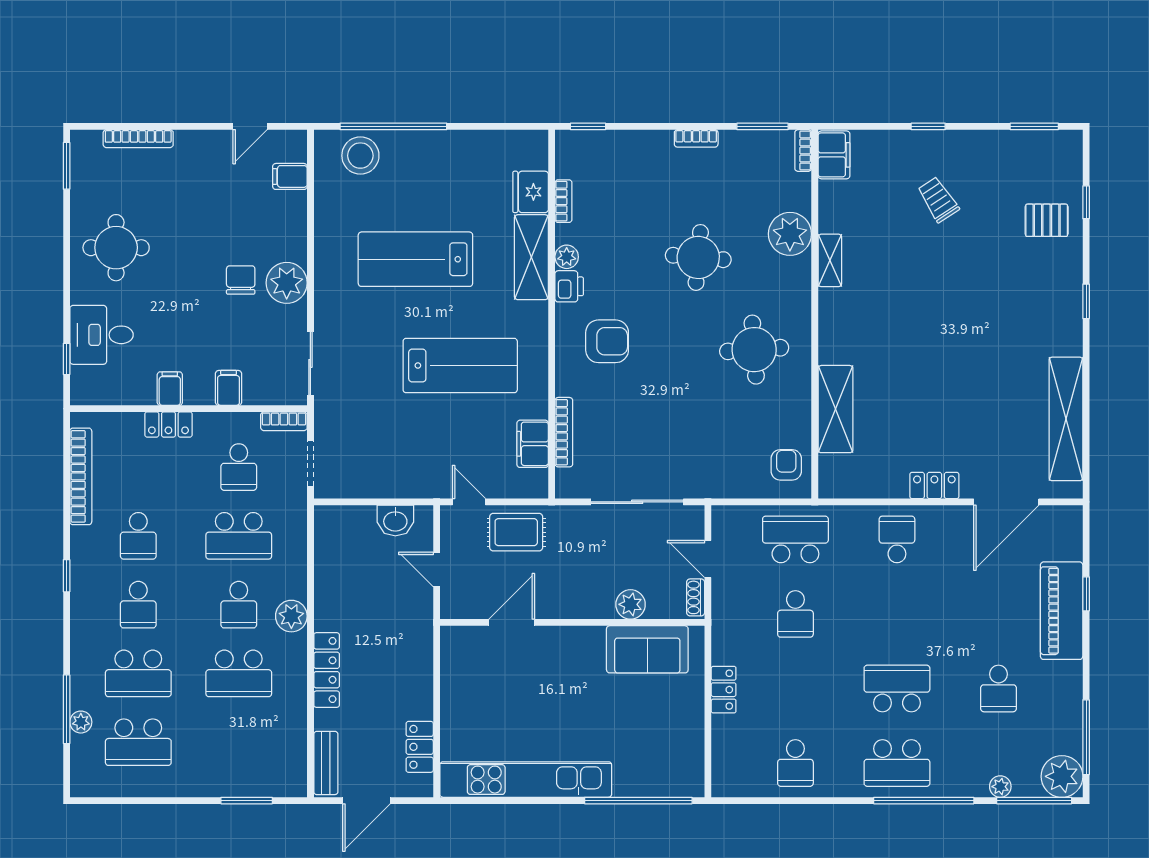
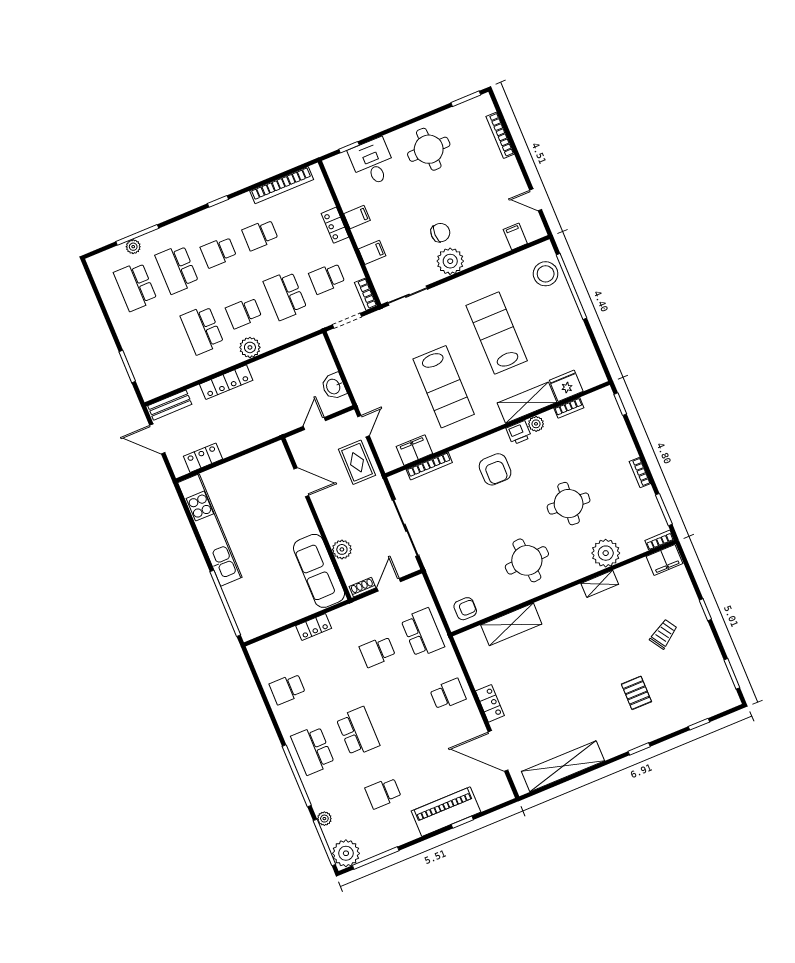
pallet: (1047, 220) -> (636, 693), moved
sofa: (647, 649) -> (319, 571), width x1.36

